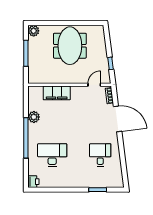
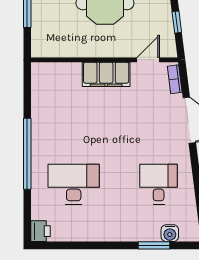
filing cabinet: (57, 93) -> (106, 74), moved
plant: (34, 117) -> (41, 117), removed
water cooler: (107, 183) -> (170, 233), added

